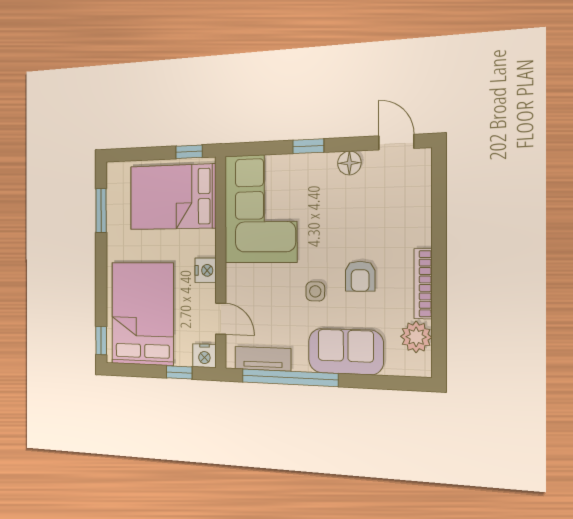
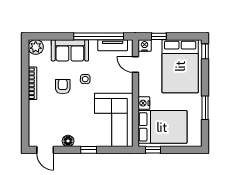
window: (101, 211) -> (205, 108), moved
nightstand: (206, 270) -> (144, 103), moved
plant: (416, 337) -> (36, 47), moved

